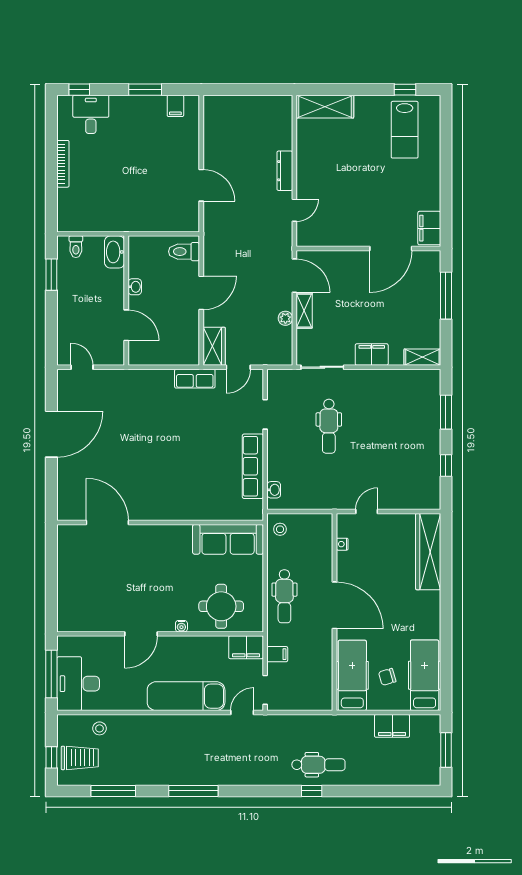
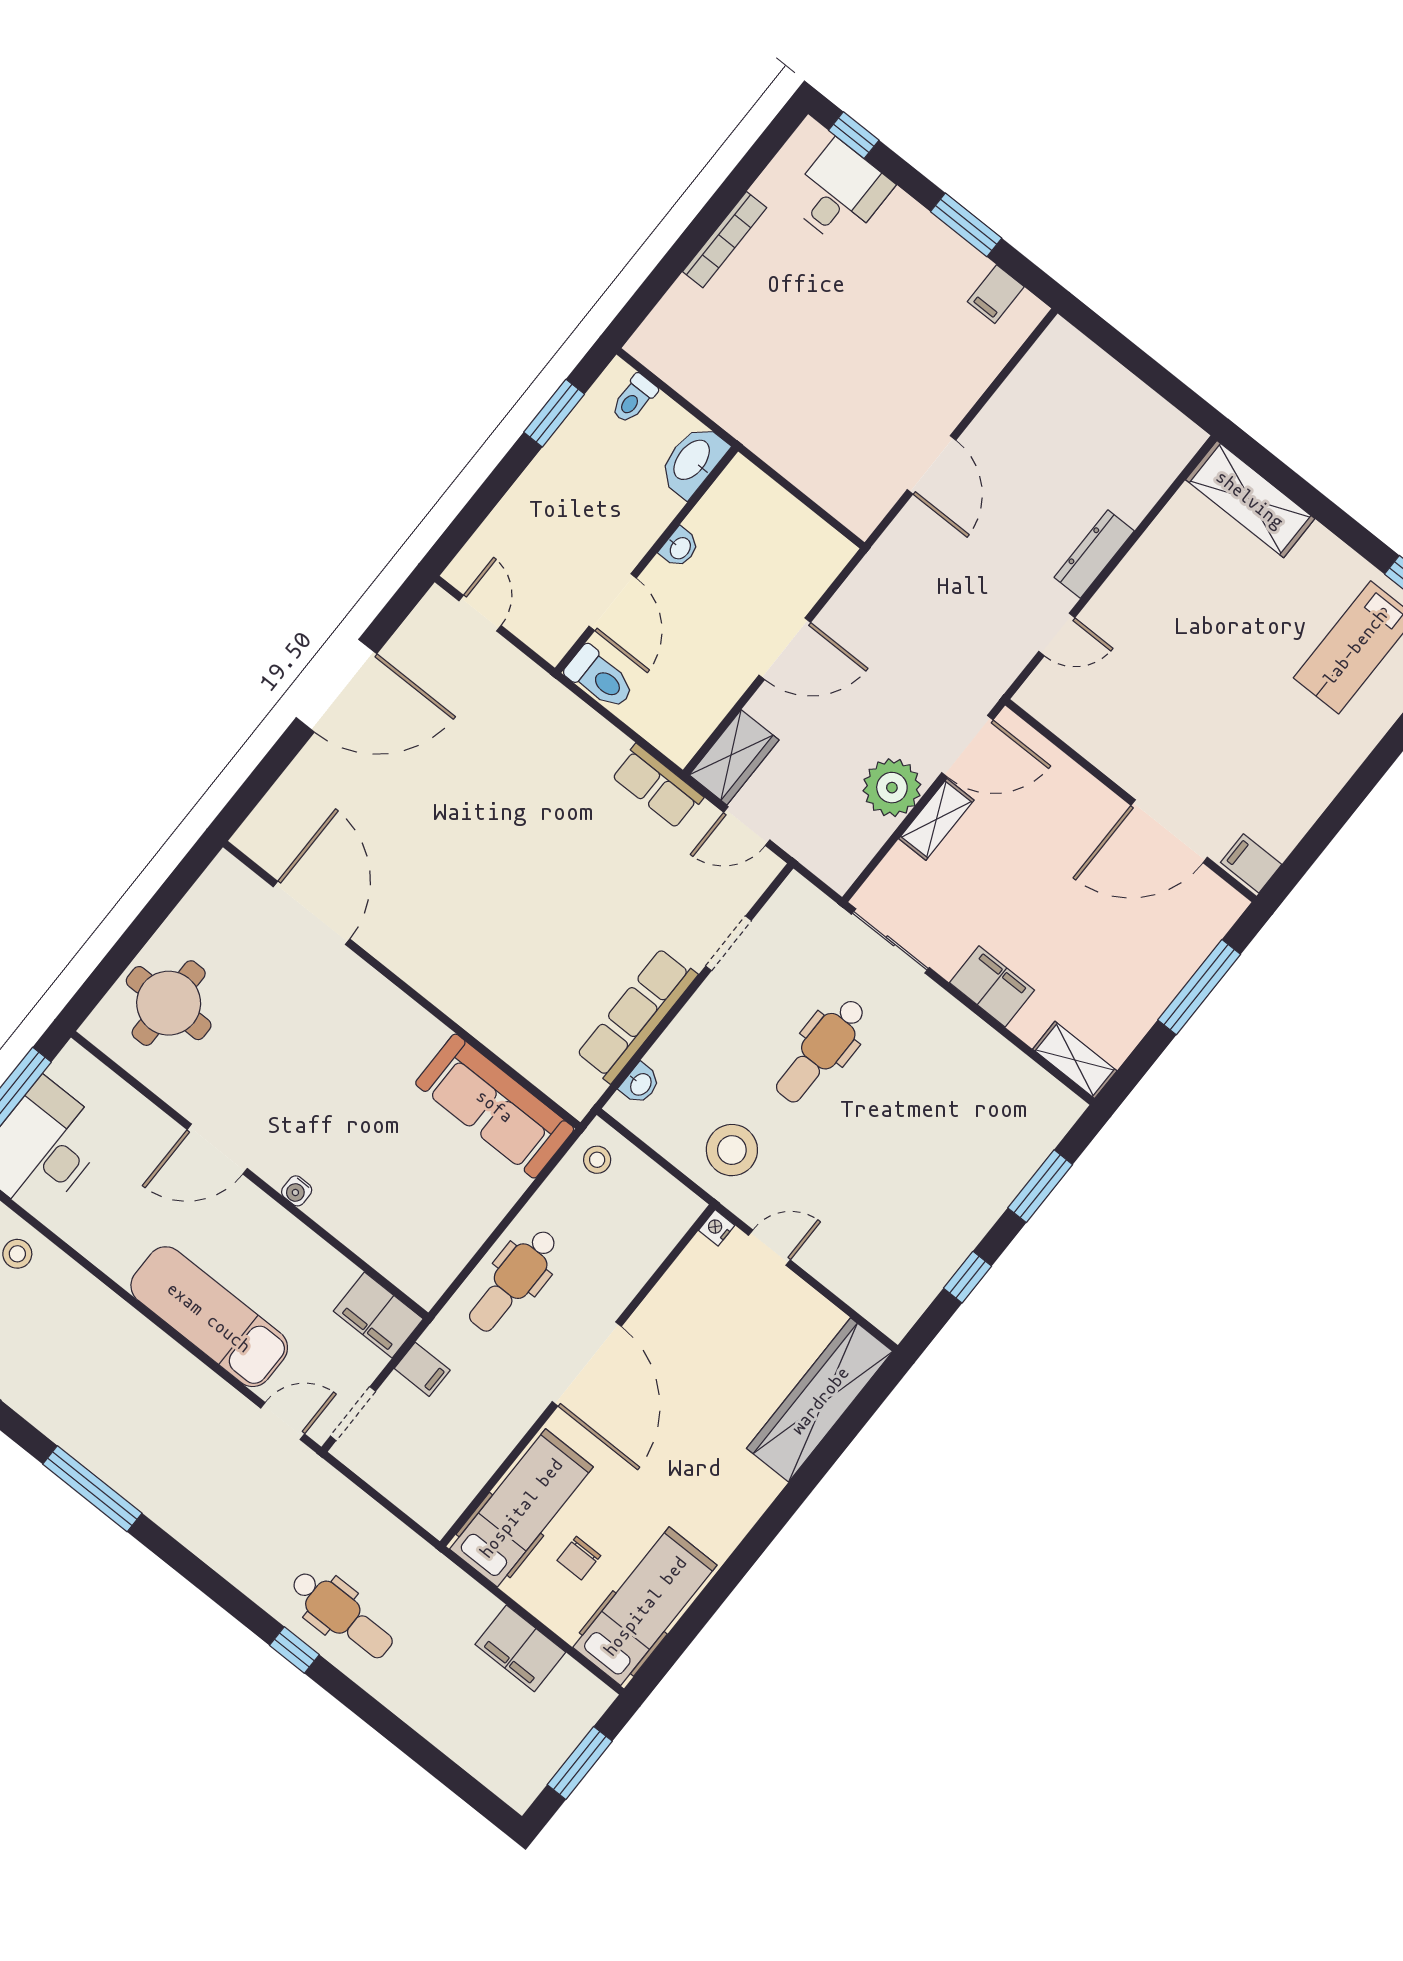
filing cabinet: (429, 228) -> (1251, 863), width x0.50
toilet: (184, 252) -> (600, 678), moved, turned 180
door: (294, 276) -> (967, 746), hinge flipped
plant: (285, 318) -> (892, 788), width x1.88, depth x1.88
stool: (325, 487) -> (732, 1150), added
nightstand: (342, 544) -> (717, 1228), moved
round table: (221, 606) -> (169, 1003), moved
chair: (387, 677) -> (579, 1558), turned -74

